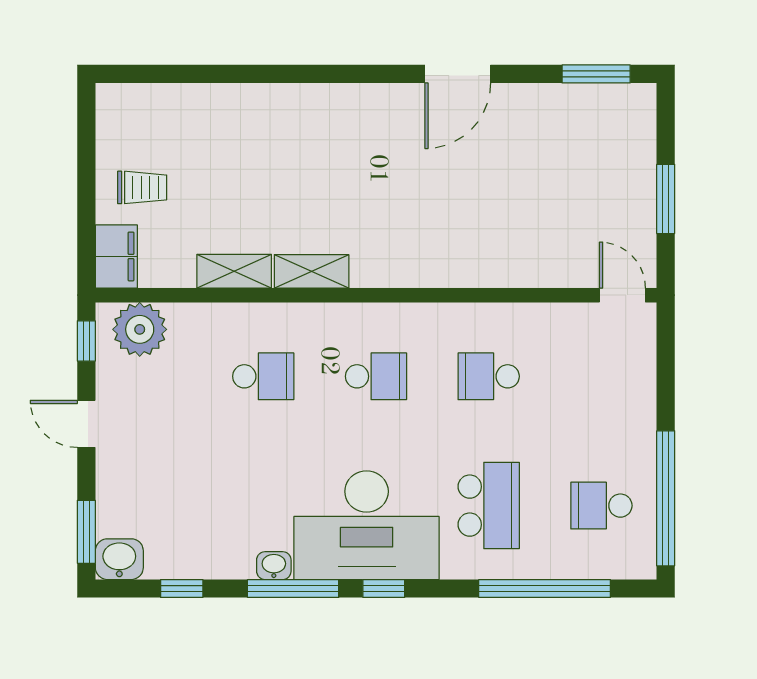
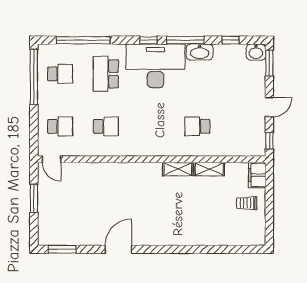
plant: (140, 329) -> (248, 145), removed
school desk: (376, 376) -> (60, 126), moved, turned 180
door: (86, 424) -> (269, 107), hinge flipped
washbasin: (274, 566) -> (200, 52), width x1.91, depth x1.45

